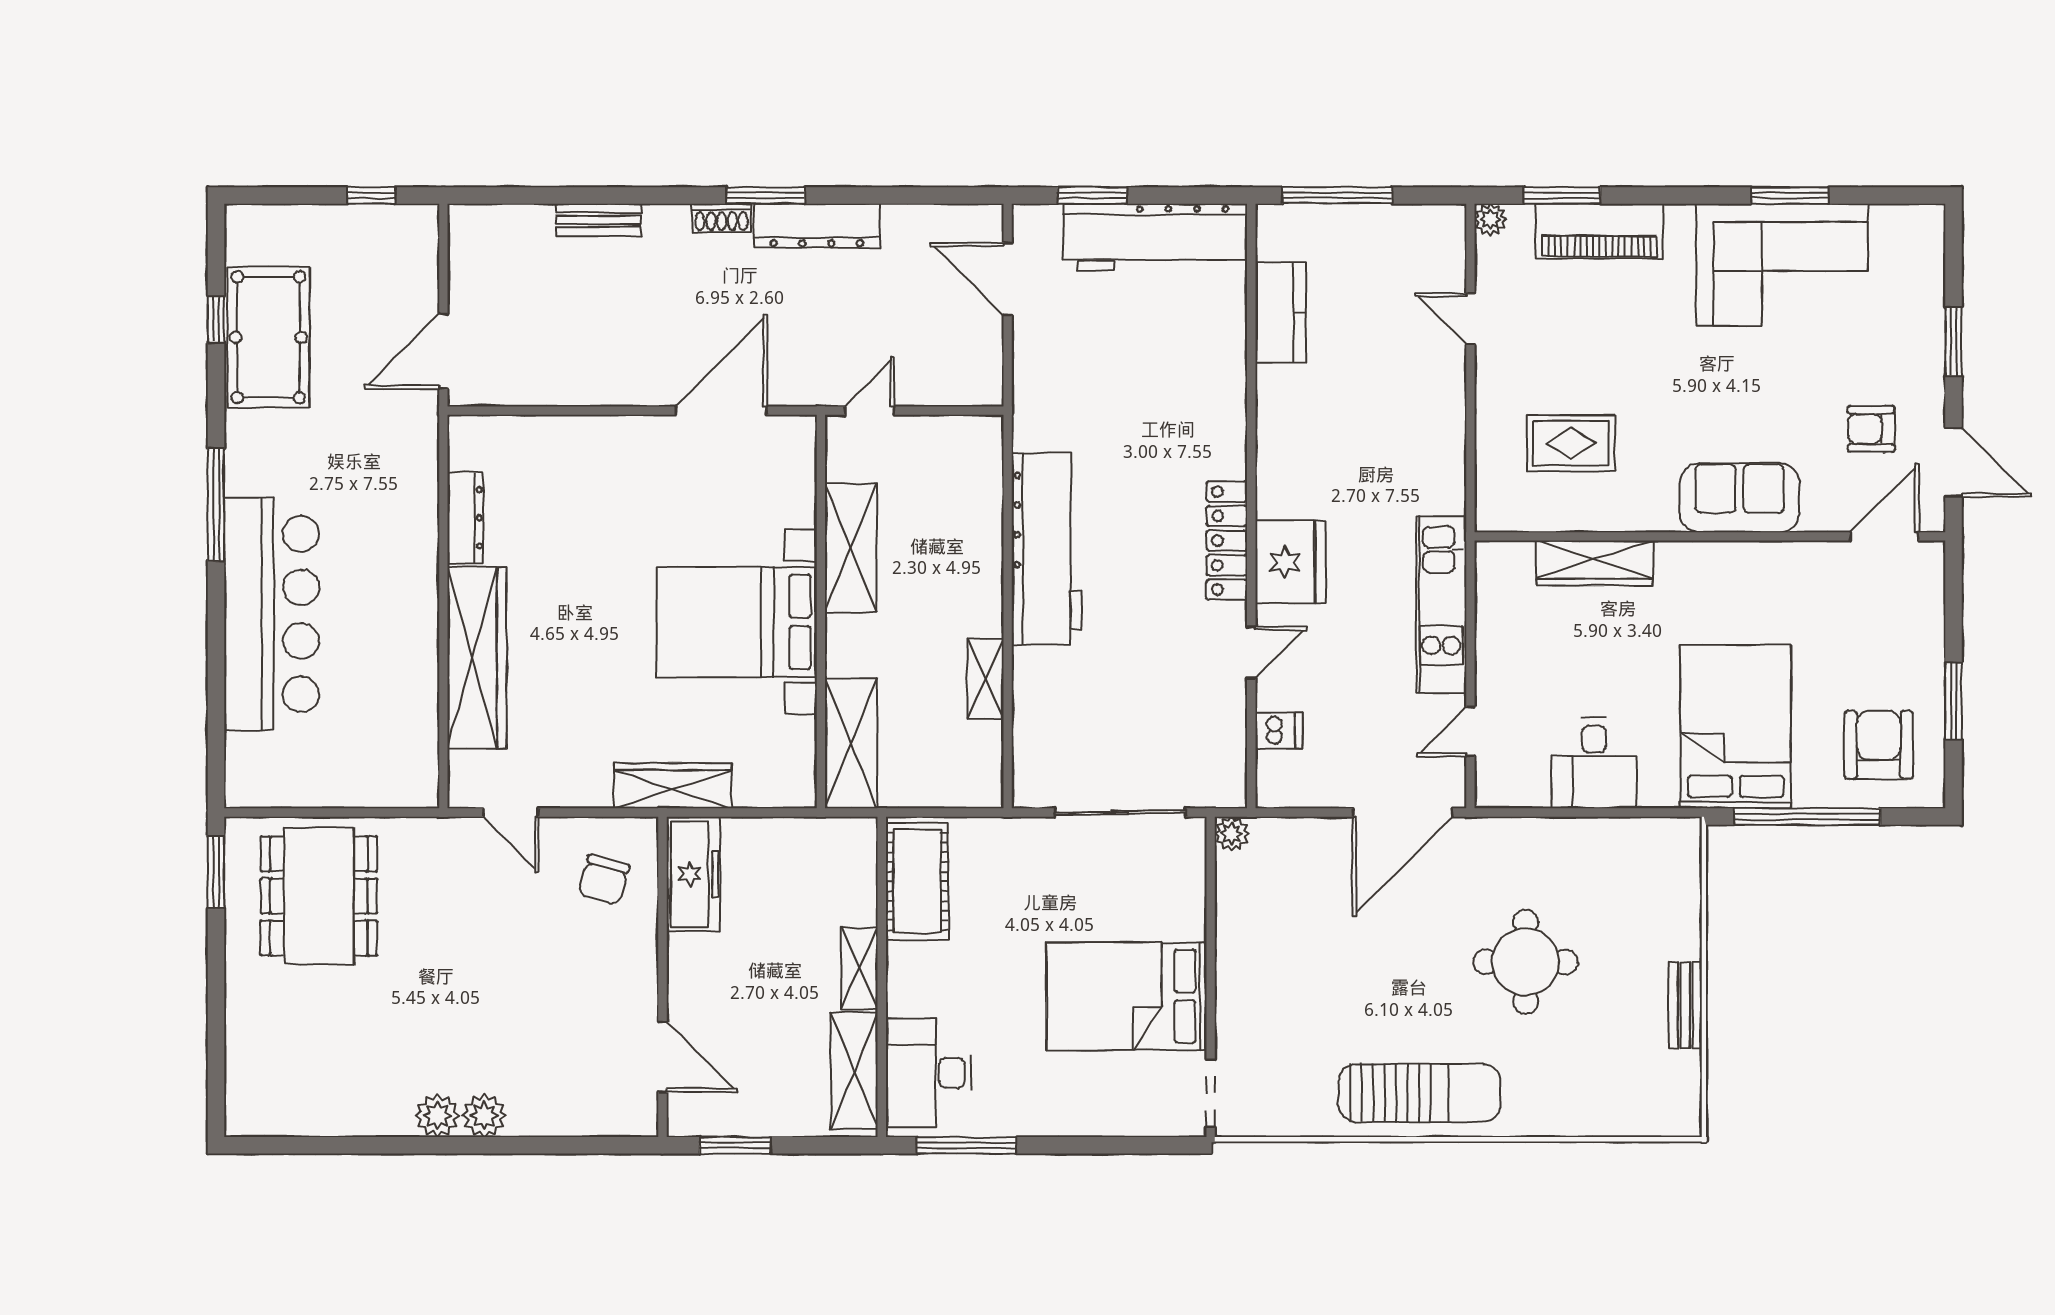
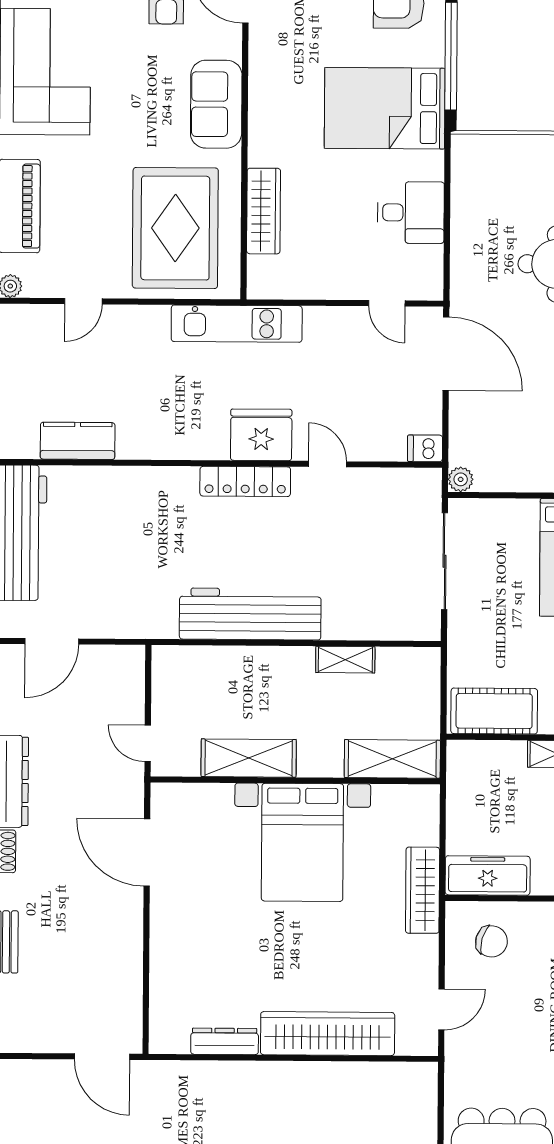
rug: (1571, 443) -> (175, 228), width x1.86, depth x2.06
kitchen unit: (1441, 605) -> (237, 324), moved
dishwasher: (1279, 731) -> (425, 448), moved, turned -90

